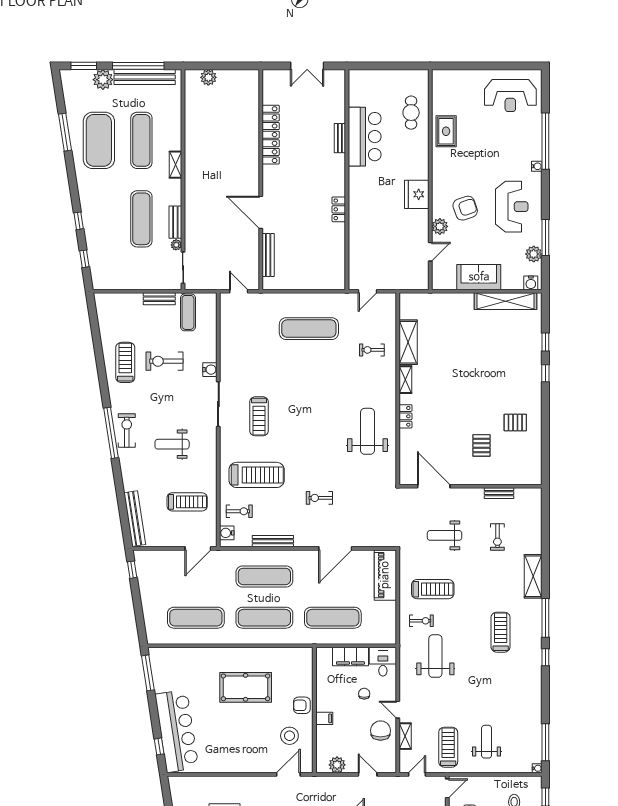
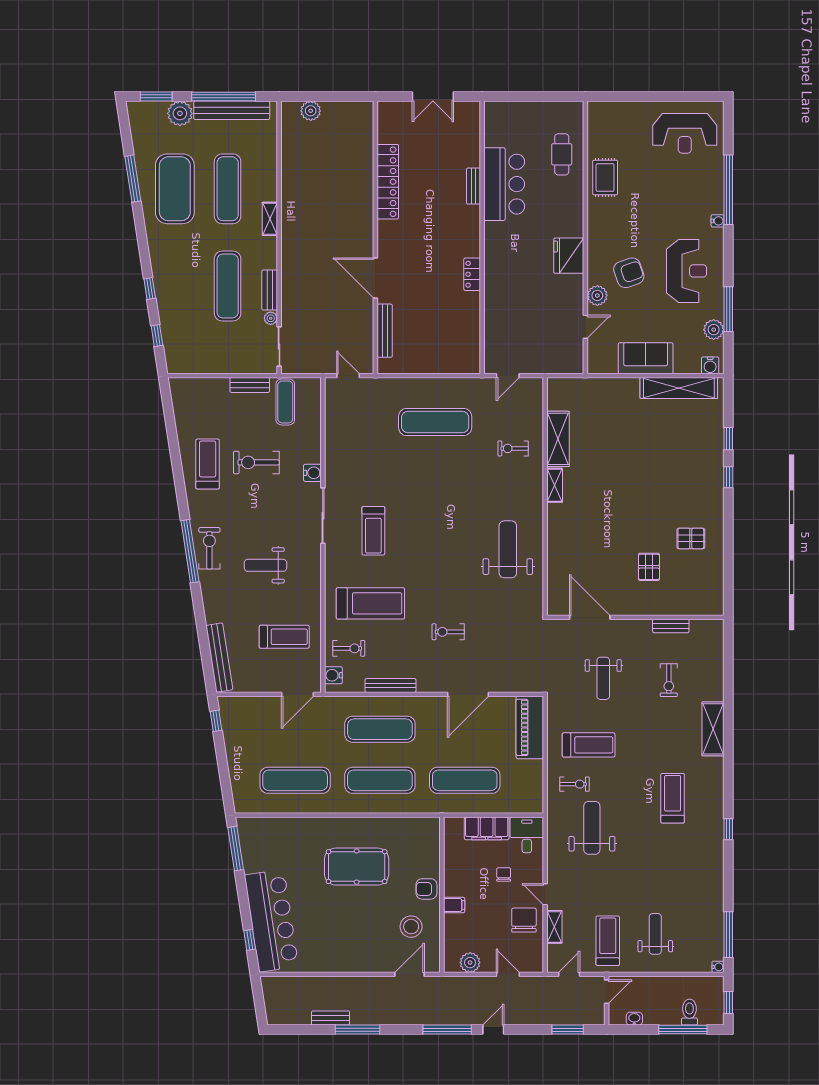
locker: (405, 416) -> (555, 531), removed
weight bench: (445, 535) -> (603, 678), turned -90
window: (545, 618) -> (728, 780), removed

